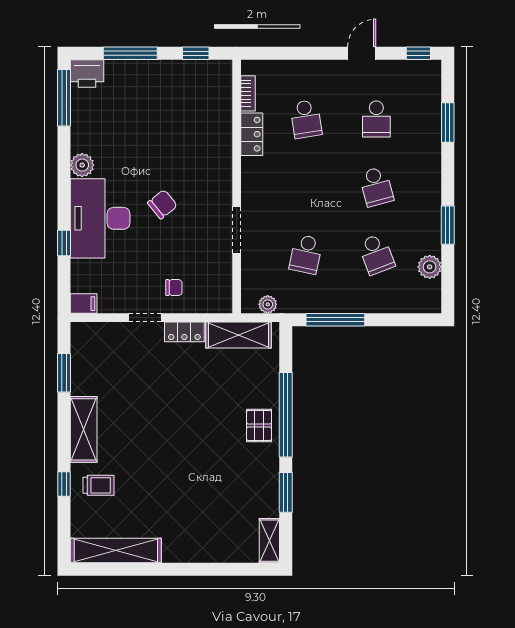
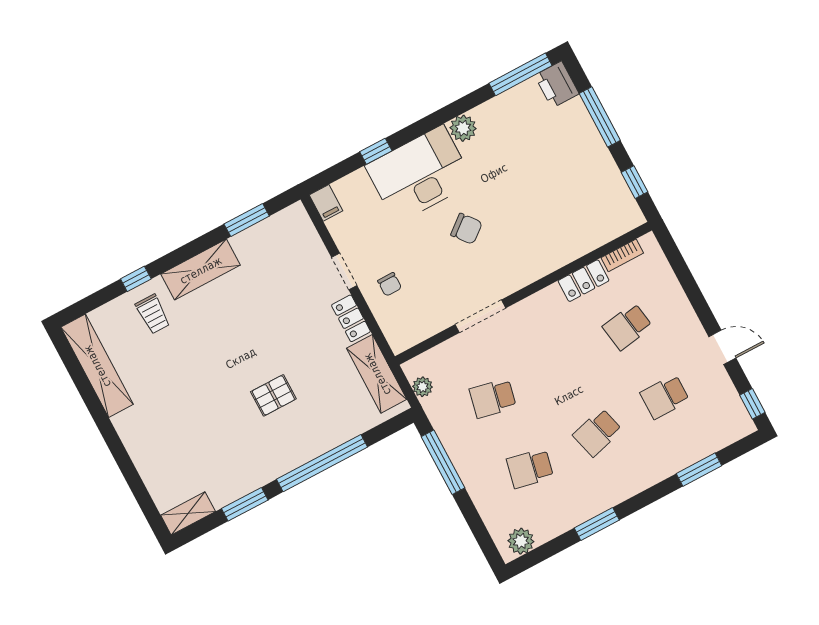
school desk: (376, 254) -> (530, 468), turned 33
plant: (430, 267) -> (521, 541), moved
pallet: (259, 425) -> (273, 395), moved

